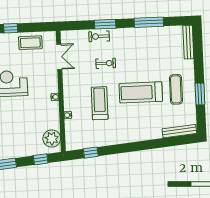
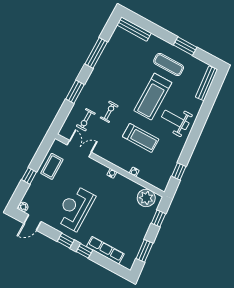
exercise bike: (99, 36) -> (86, 120), moved
treadmill: (100, 103) -> (141, 138), turned 180
weight bench: (133, 123) -> (175, 120), added

